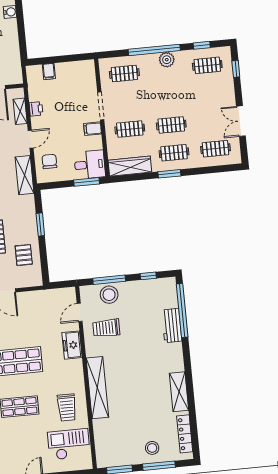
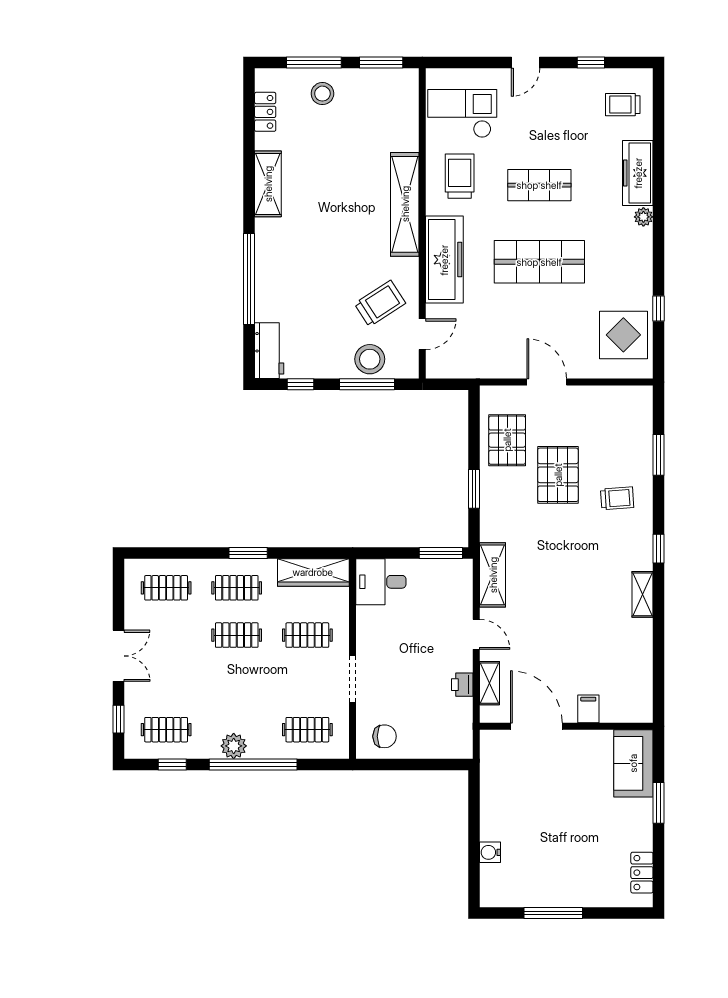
filing cabinet: (49, 71) -> (434, 746), removed
double door: (241, 121) -> (119, 656), moved
filing cabinet: (93, 129) -> (370, 642), removed
door: (31, 139) -> (476, 634), swing flipped
chair: (49, 161) -> (385, 736), moved, turned -90
window: (87, 182) -> (441, 553), moved
pallet: (24, 255) -> (507, 440), width x1.50, depth x1.42
window: (182, 311) -> (249, 279), moved
workbench: (172, 326) -> (269, 351), moved
trolley: (106, 328) -> (380, 304), turned -33
freezer: (72, 345) -> (444, 260), width x1.91, depth x1.26
locker: (185, 434) -> (265, 112), width x0.66
checkout: (69, 444) -> (462, 114), turned 180

